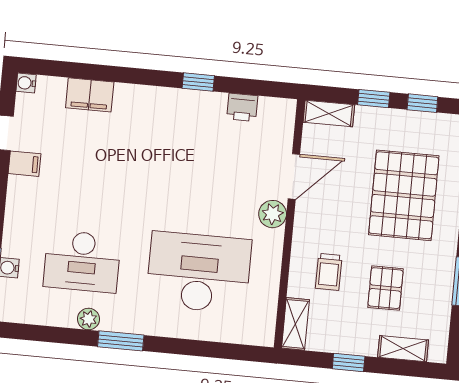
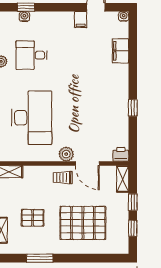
printer: (242, 107) -> (121, 154), moved, turned 90
desk: (82, 261) -> (32, 55), width x0.73
trolley: (329, 272) -> (63, 178), moved

